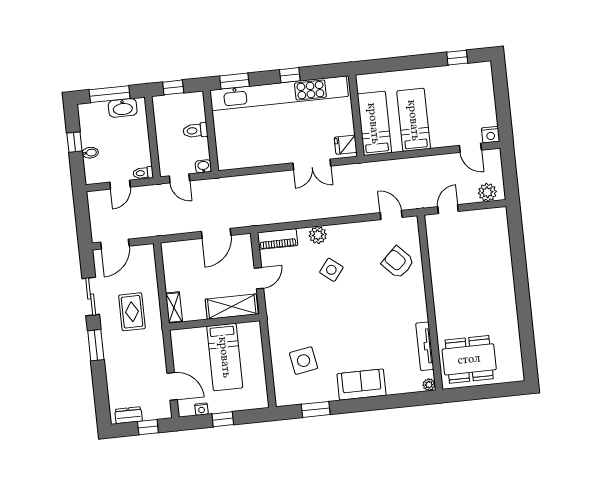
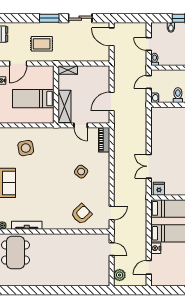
nightstand: (491, 135) -> (156, 248), moved
door: (216, 233) -> (112, 101), hinge flipped
plant: (318, 235) -> (104, 165), removed
rug: (132, 312) -> (42, 44), moved

